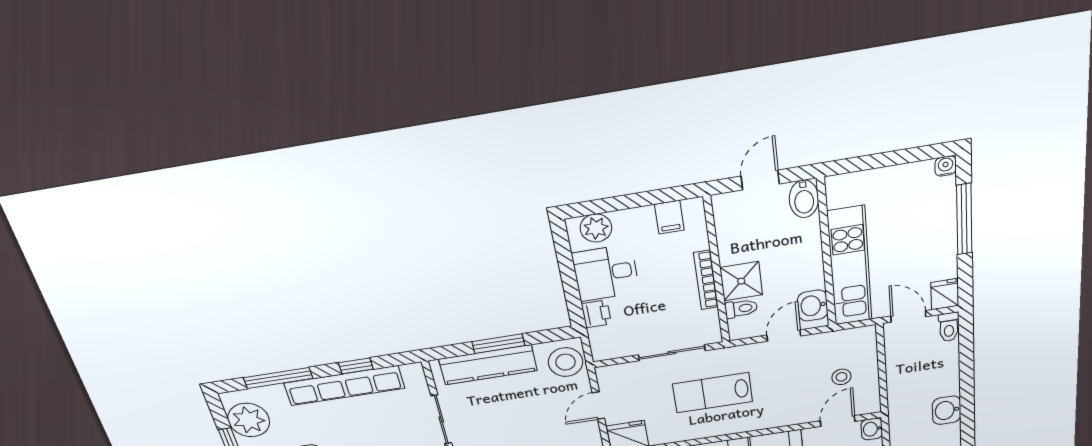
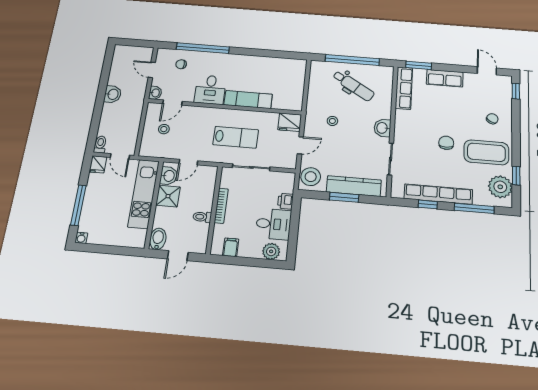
shower: (741, 281) -> (168, 196), moved
toilet: (741, 309) -> (202, 217), moved

